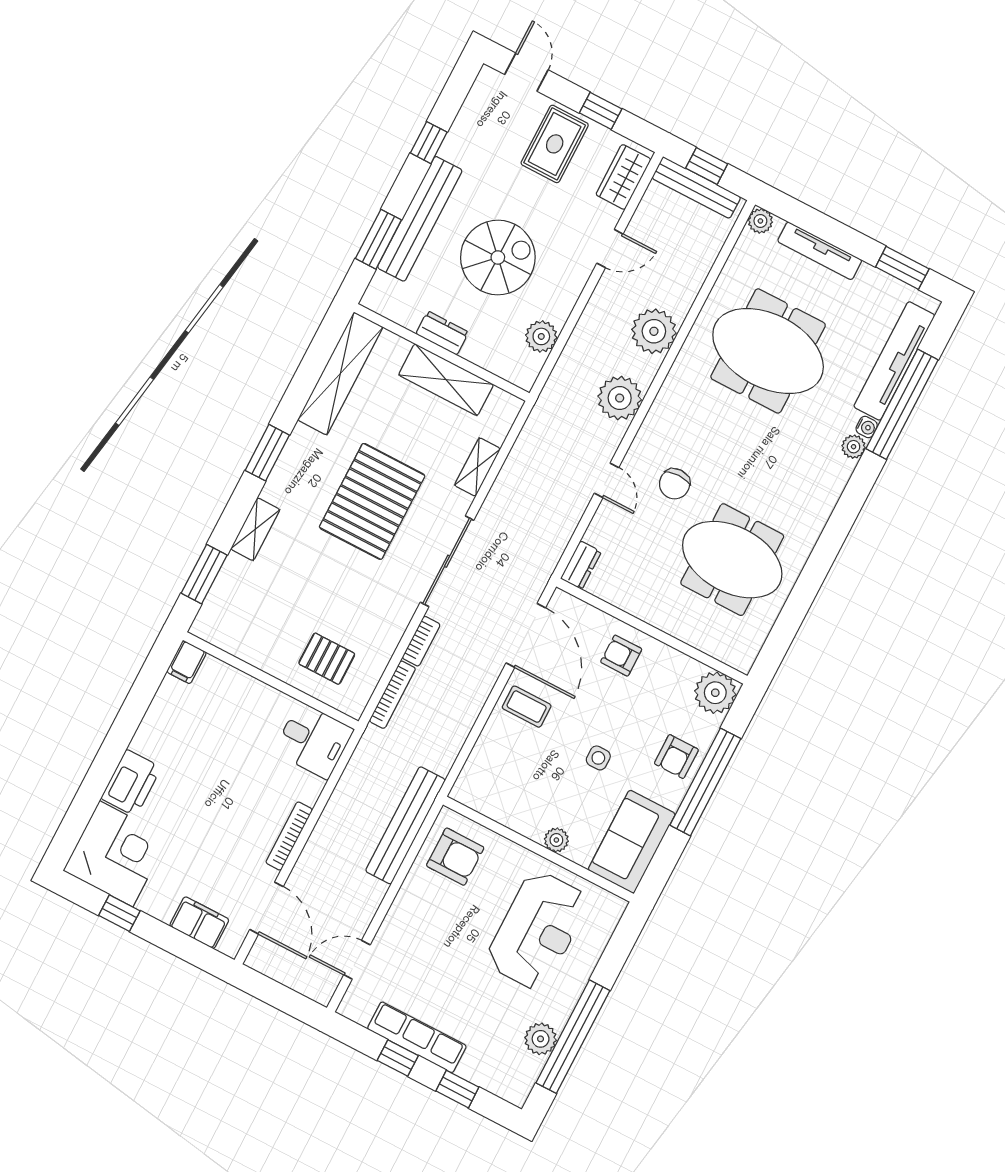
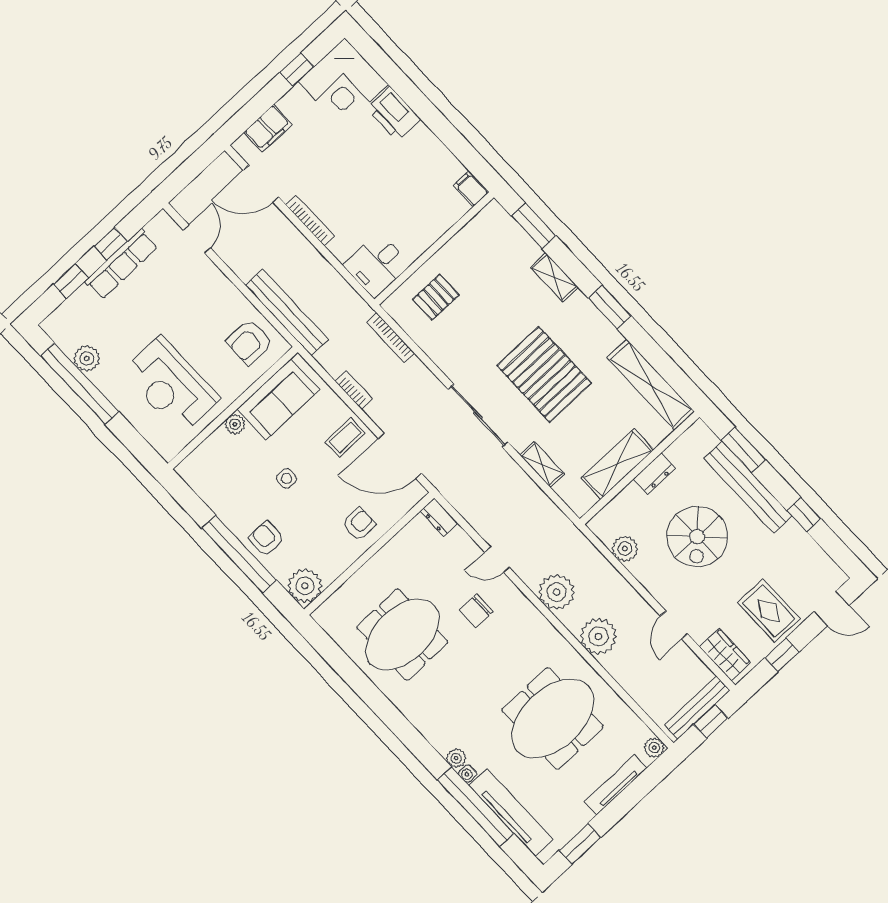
chair: (675, 484) -> (476, 611), turned -90
bookcase: (421, 641) -> (354, 390), moved, turned 180
sofa: (632, 842) -> (278, 399), moved, turned 90

